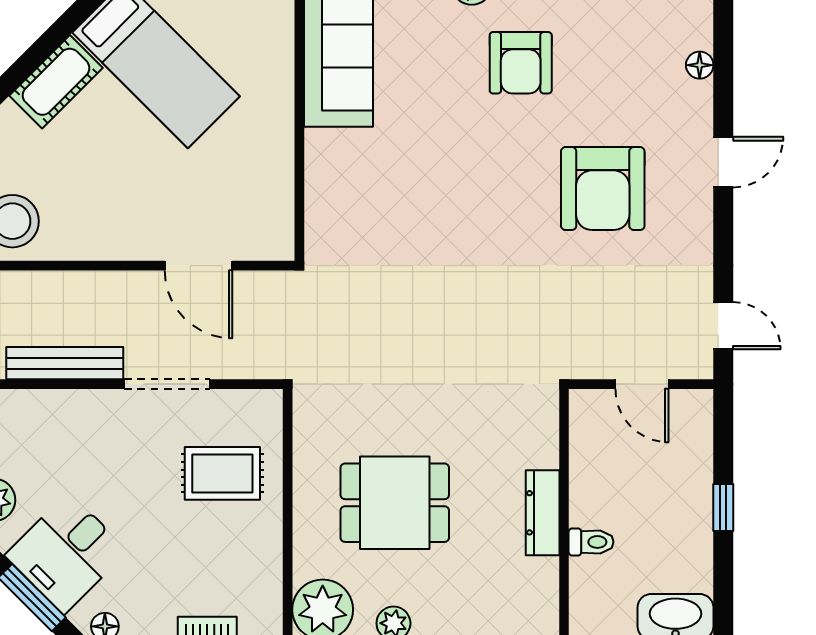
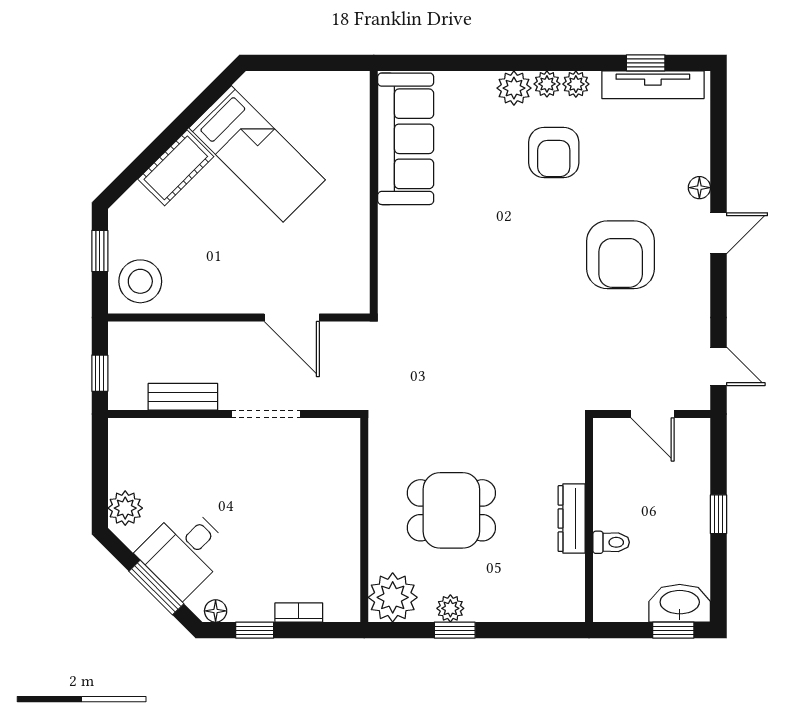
floor lamp: (700, 65) -> (699, 188), moved
bench: (65, 363) -> (183, 397), width x0.73
rug: (222, 473) -> (311, 487), removed

